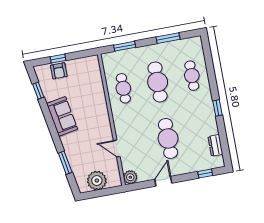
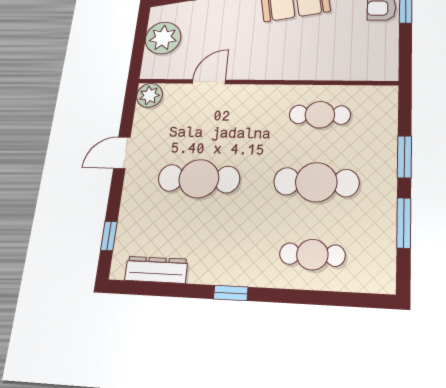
window: (125, 46) -> (404, 157), moved
dresser: (215, 145) -> (156, 270), width x1.44
door: (163, 181) -> (122, 153), swing flipped

